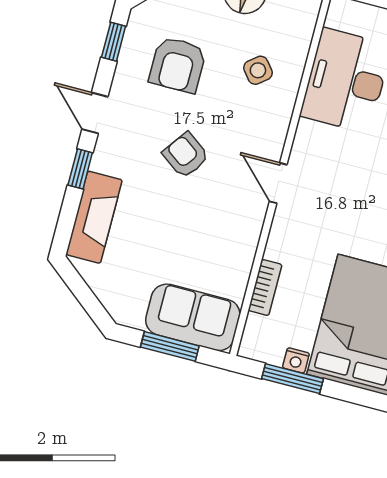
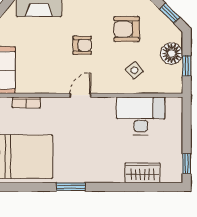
armchair: (186, 155) -> (82, 45), turned 54

